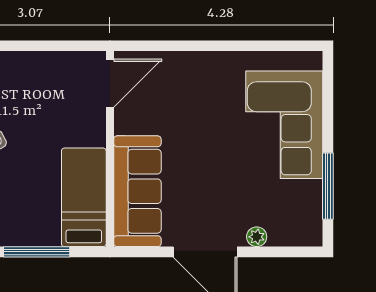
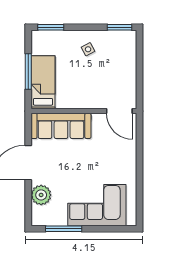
bed: (84, 197) -> (43, 82), moved, turned -90
plant: (257, 237) -> (41, 195), width x1.88, depth x1.88

